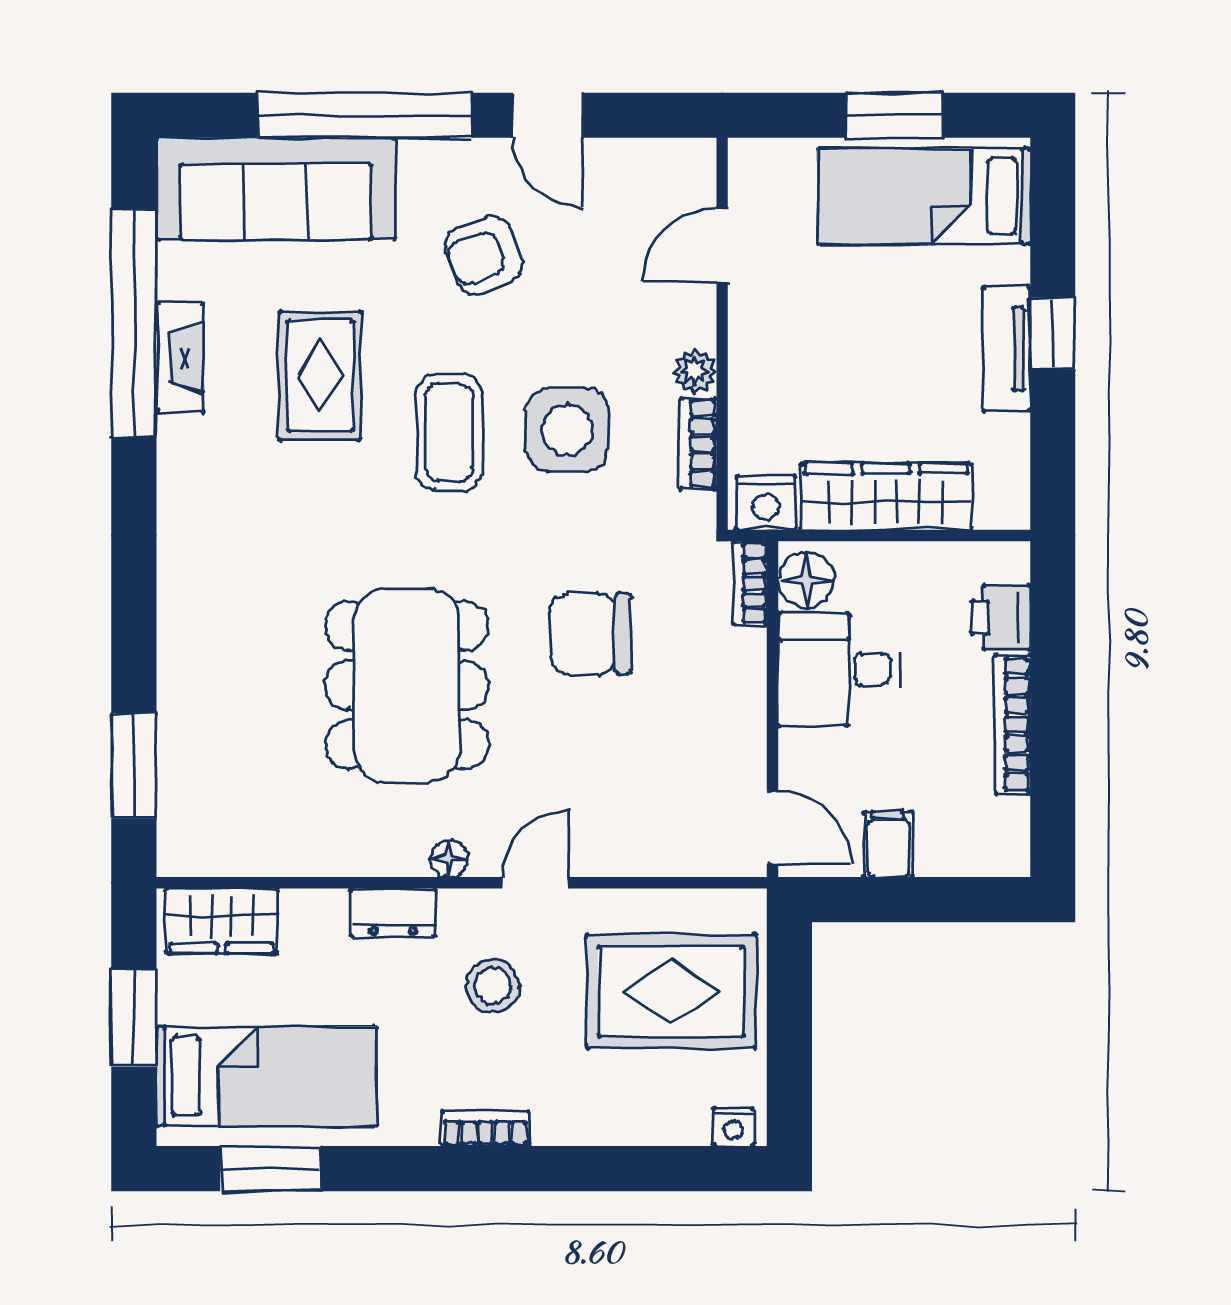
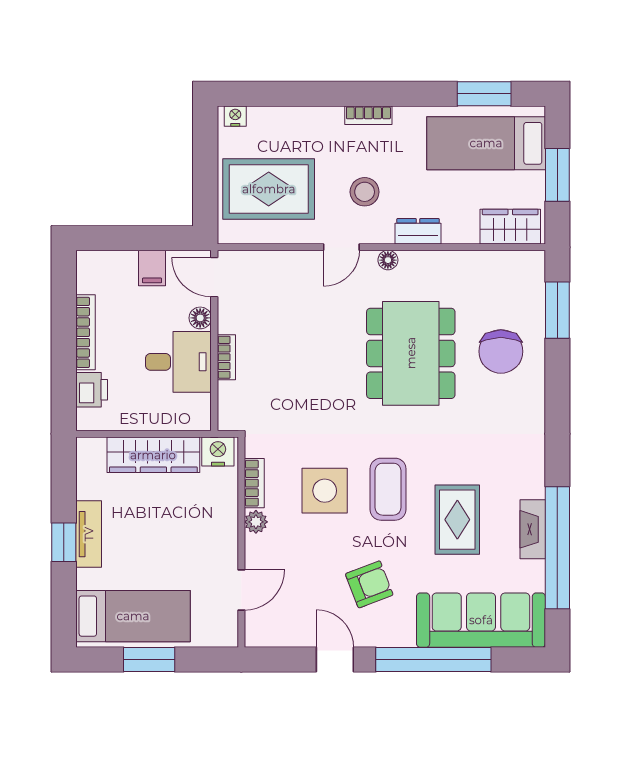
floor lamp: (806, 580) -> (200, 318), moved, width x0.73, depth x0.73
bookcase: (750, 583) -> (226, 357), moved
chair: (590, 634) -> (501, 351), moved, turned 90

